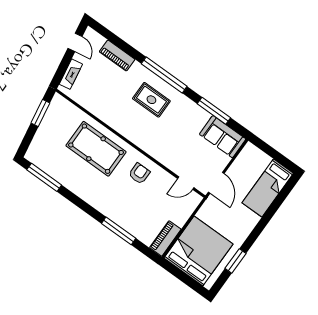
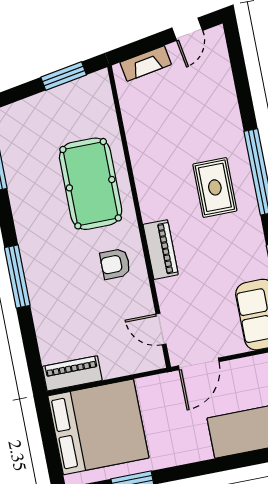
piano: (117, 55) -> (161, 250), moved, turned 180
armchair: (139, 173) -> (115, 264), turned 180
window: (119, 231) -> (17, 276), moved

